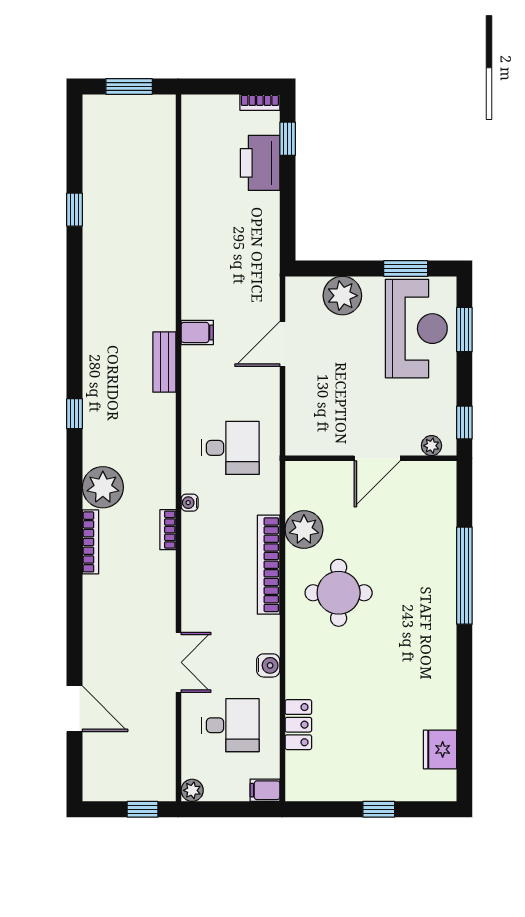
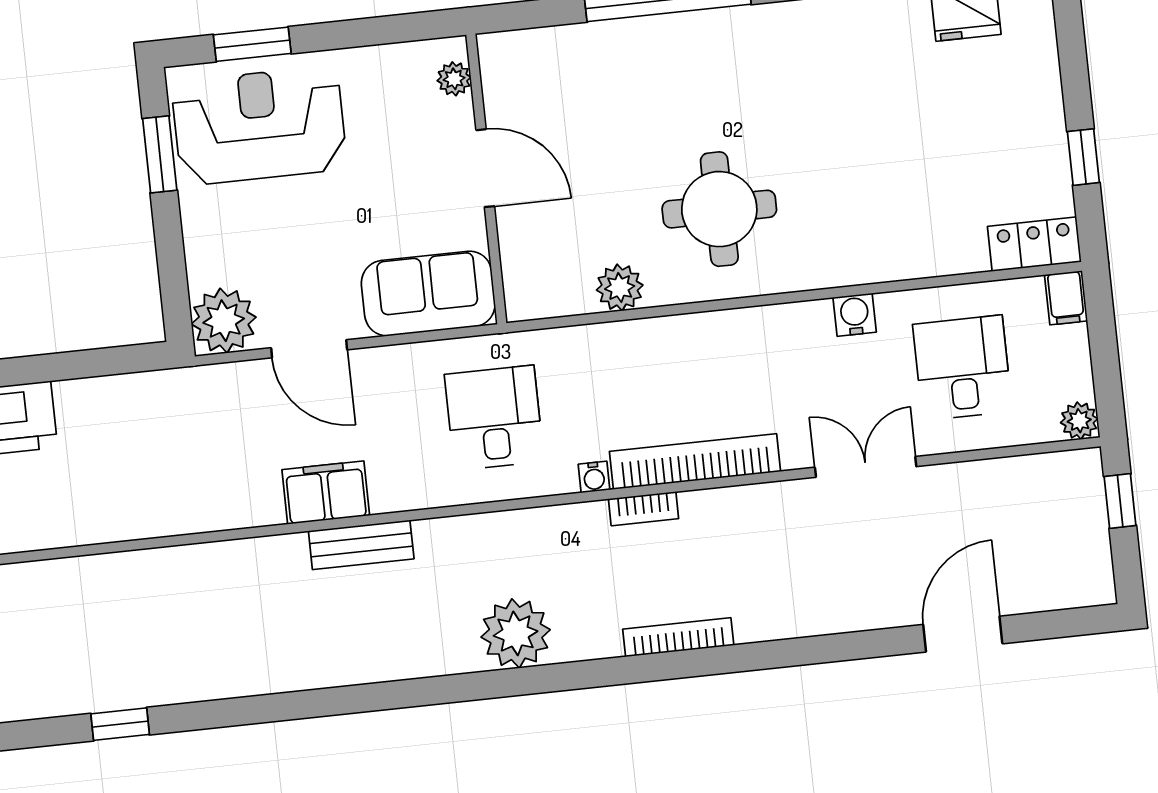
plant: (342, 296) -> (224, 321), moved
filing cabinet: (197, 332) -> (326, 493), width x2.00
window: (74, 414) -> (465, 687), removed
sofa: (307, 417) -> (428, 294), added
window: (464, 422) -> (409, 27), removed
plant: (103, 487) -> (516, 633), moved
plant: (304, 530) -> (620, 288), width x0.73, depth x0.73
bookcase: (269, 565) -> (695, 462), moved, turned 180
locker: (298, 725) -> (1034, 244), moved
window: (379, 809) -> (1083, 157), moved

